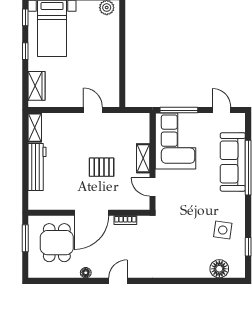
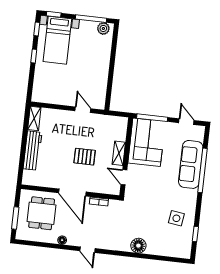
wardrobe: (36, 86) -> (40, 85), removed
door: (92, 213) -> (72, 192), hinge flipped
window: (25, 238) -> (15, 218), moved
floor lamp: (219, 269) -> (138, 246), moved
door: (118, 281) -> (87, 250), swing flipped

